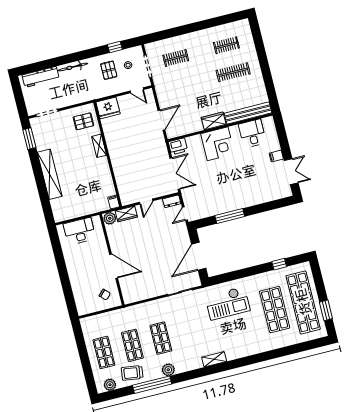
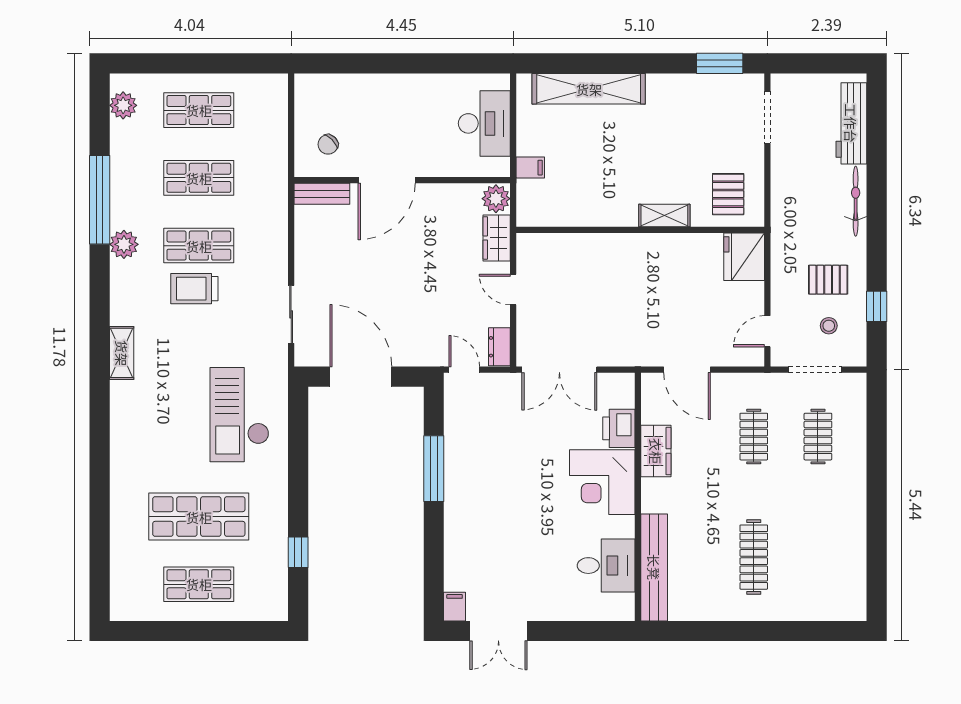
clothes rail: (226, 45) -> (754, 437), moved
wardrobe: (214, 121) -> (656, 451), moved
printer: (178, 146) -> (619, 428), moved
filing cabinet: (276, 156) -> (455, 607), moved
shelving: (50, 174) -> (589, 89), moved
filing cabinet: (114, 202) -> (530, 168), moved
bench: (126, 292) -> (322, 194), added
shop shelf: (303, 302) -> (199, 584), width x0.50, depth x0.74
window: (326, 310) -> (168, 631), removed
trolley: (132, 373) -> (194, 289), moved, turned -98

